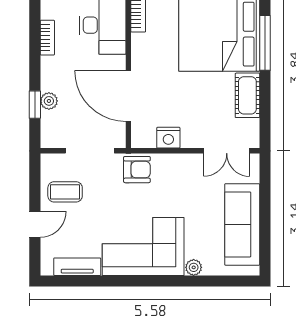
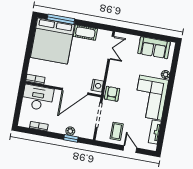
nightstand: (168, 138) -> (97, 86), moved
sofa: (242, 224) -> (154, 48), width x0.73

